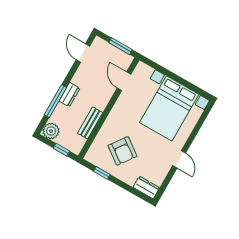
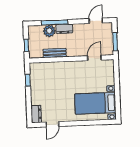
bed with nightstands: (169, 108) -> (95, 103), width x0.73
plant: (51, 131) -> (49, 31), moved
armchair: (123, 151) -> (50, 85), removed
door: (179, 159) -> (52, 124), moved

